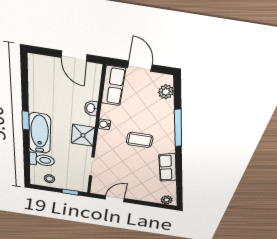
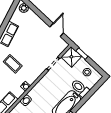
shower: (83, 135) -> (71, 57), moved
door: (115, 199) -> (57, 30), swing flipped

